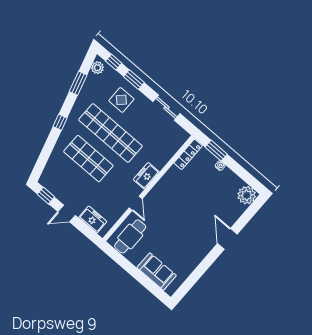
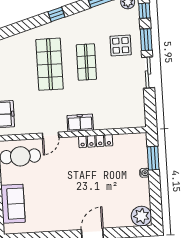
sliding door: (167, 108) -> (148, 72), moved
shop shelf: (110, 133) -> (86, 62), width x0.50, depth x0.74
locker: (188, 154) -> (96, 141), moved

